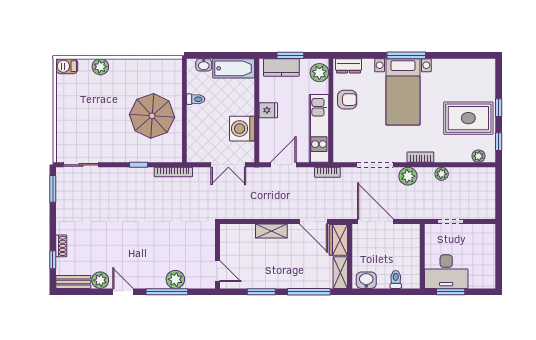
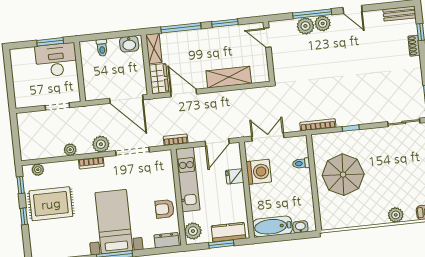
toilet: (196, 99) -> (301, 163), moved
fridge: (268, 110) -> (235, 176), moved
shelving: (271, 231) -> (229, 77), width x1.50, depth x1.33
plant: (100, 280) -> (323, 23), moved

